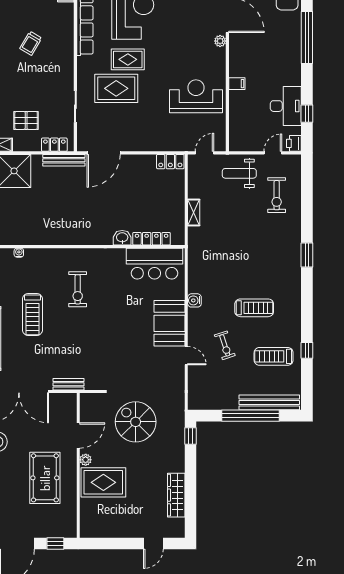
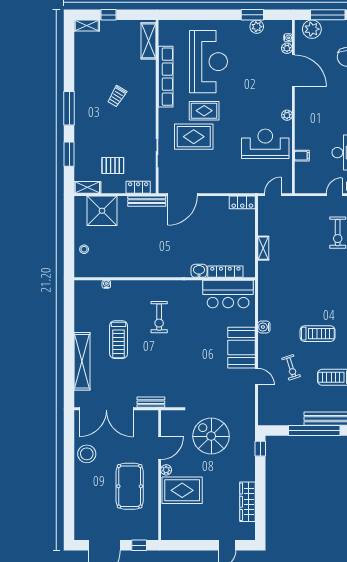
plant: (220, 41) -> (287, 115), moved
filing cabinet: (237, 84) -> (302, 156), moved
weight bench: (239, 173) -> (304, 213), removed

